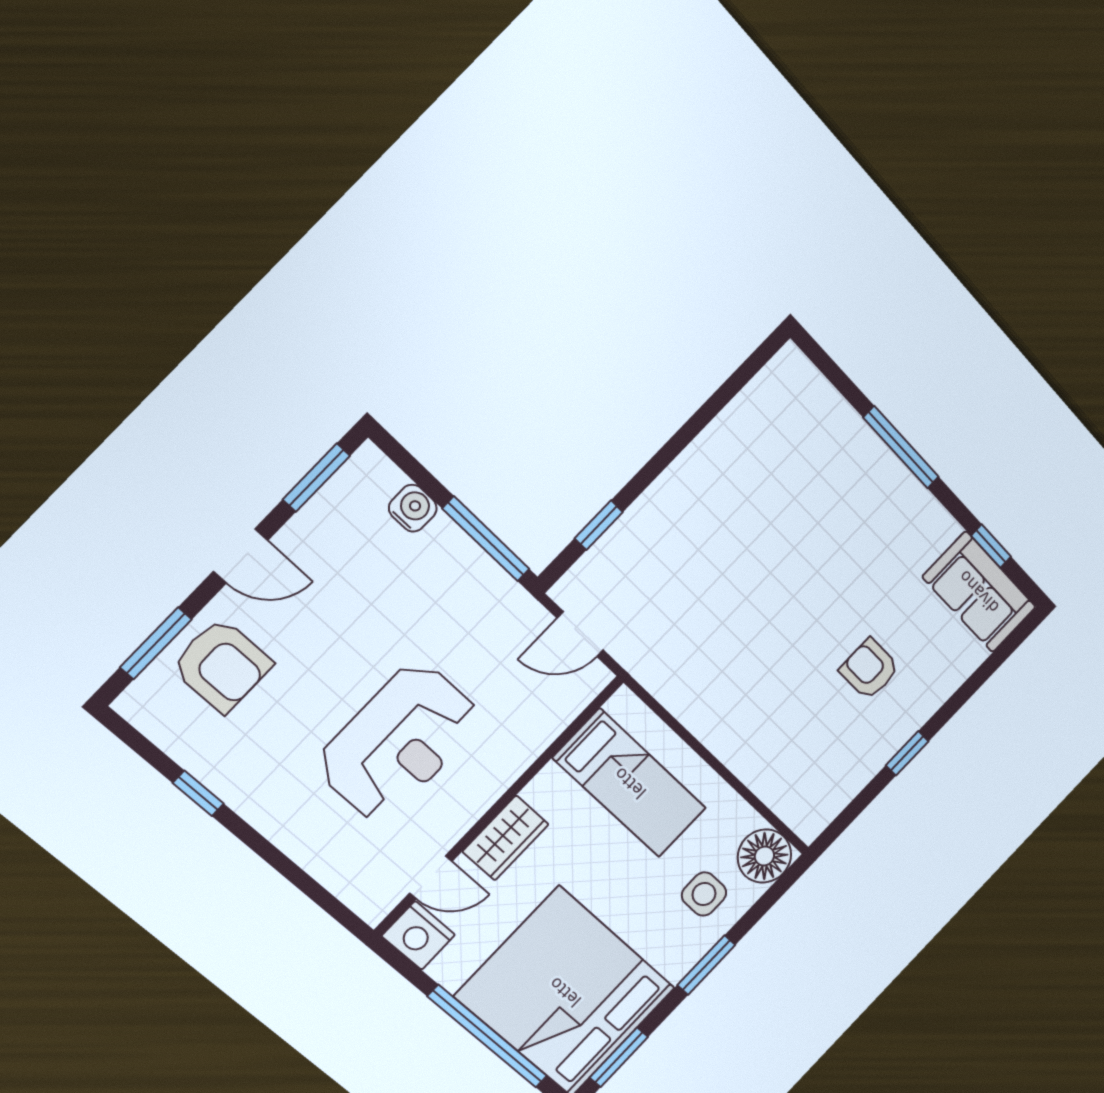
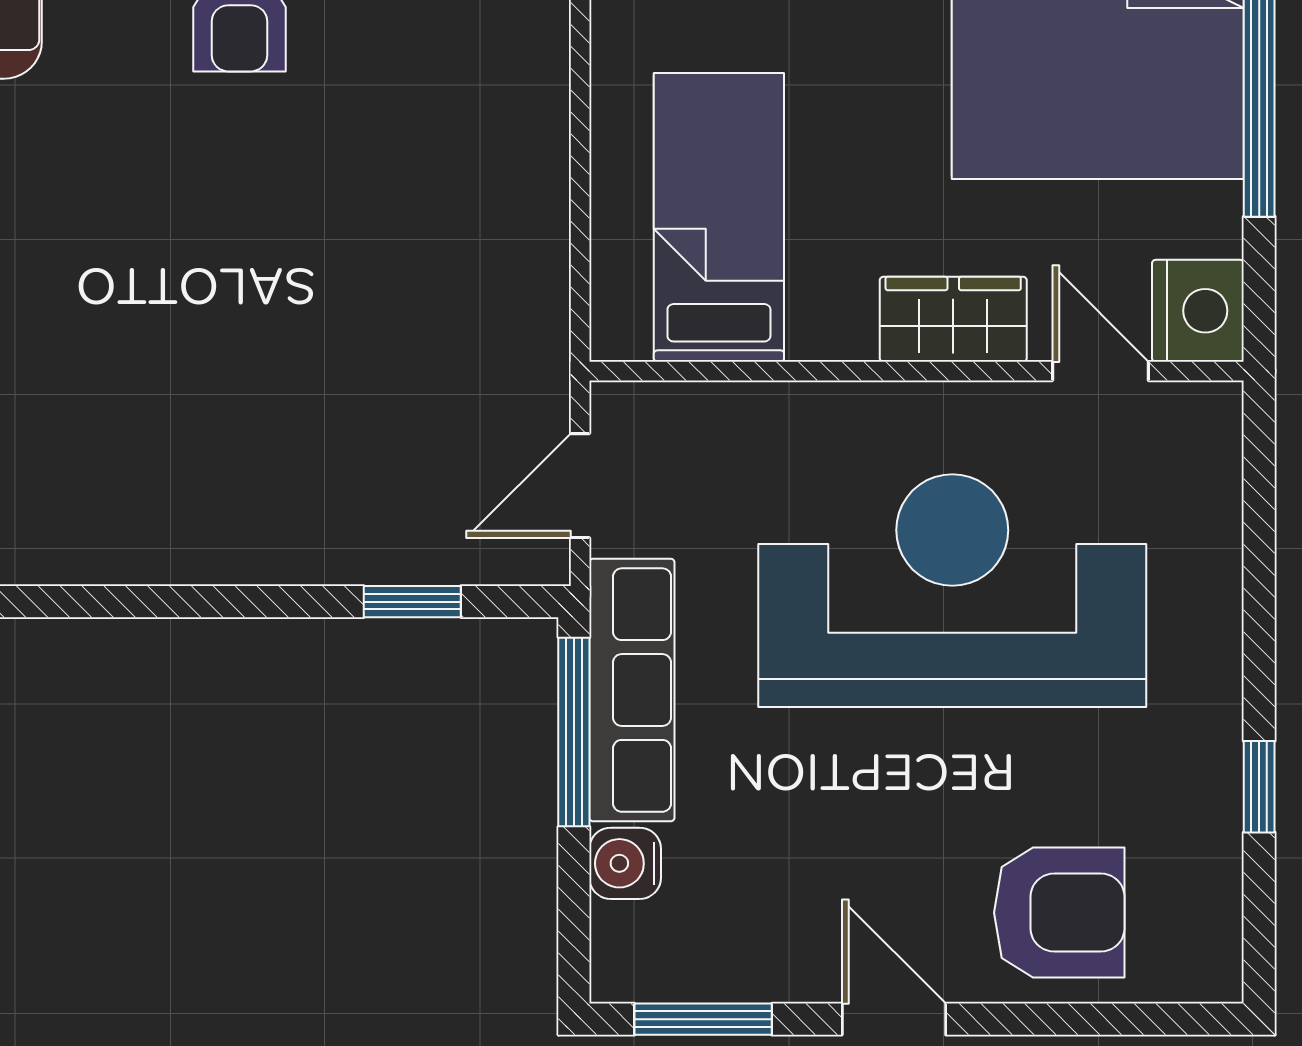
row of seats: (481, 578) -> (632, 690), added
door: (580, 634) -> (580, 486), swing flipped
window: (156, 643) -> (1106, 1019), removed
armchair: (222, 665) -> (1059, 913), turned 90
reception desk: (399, 742) -> (952, 591), width x1.36, depth x1.30

